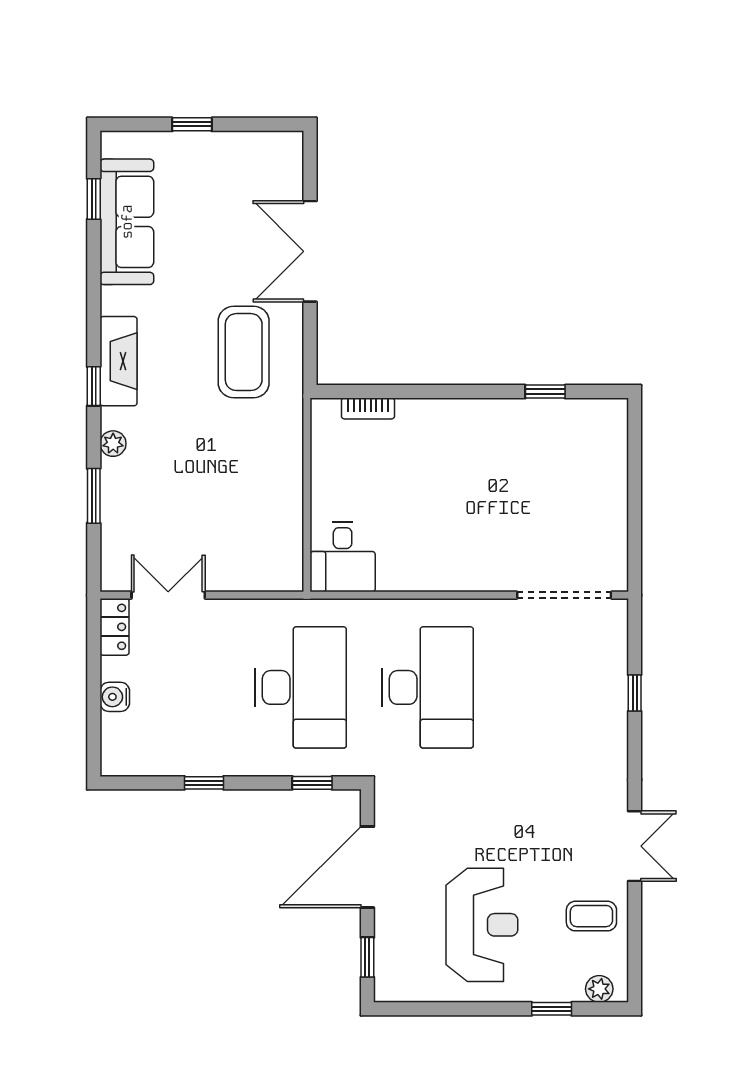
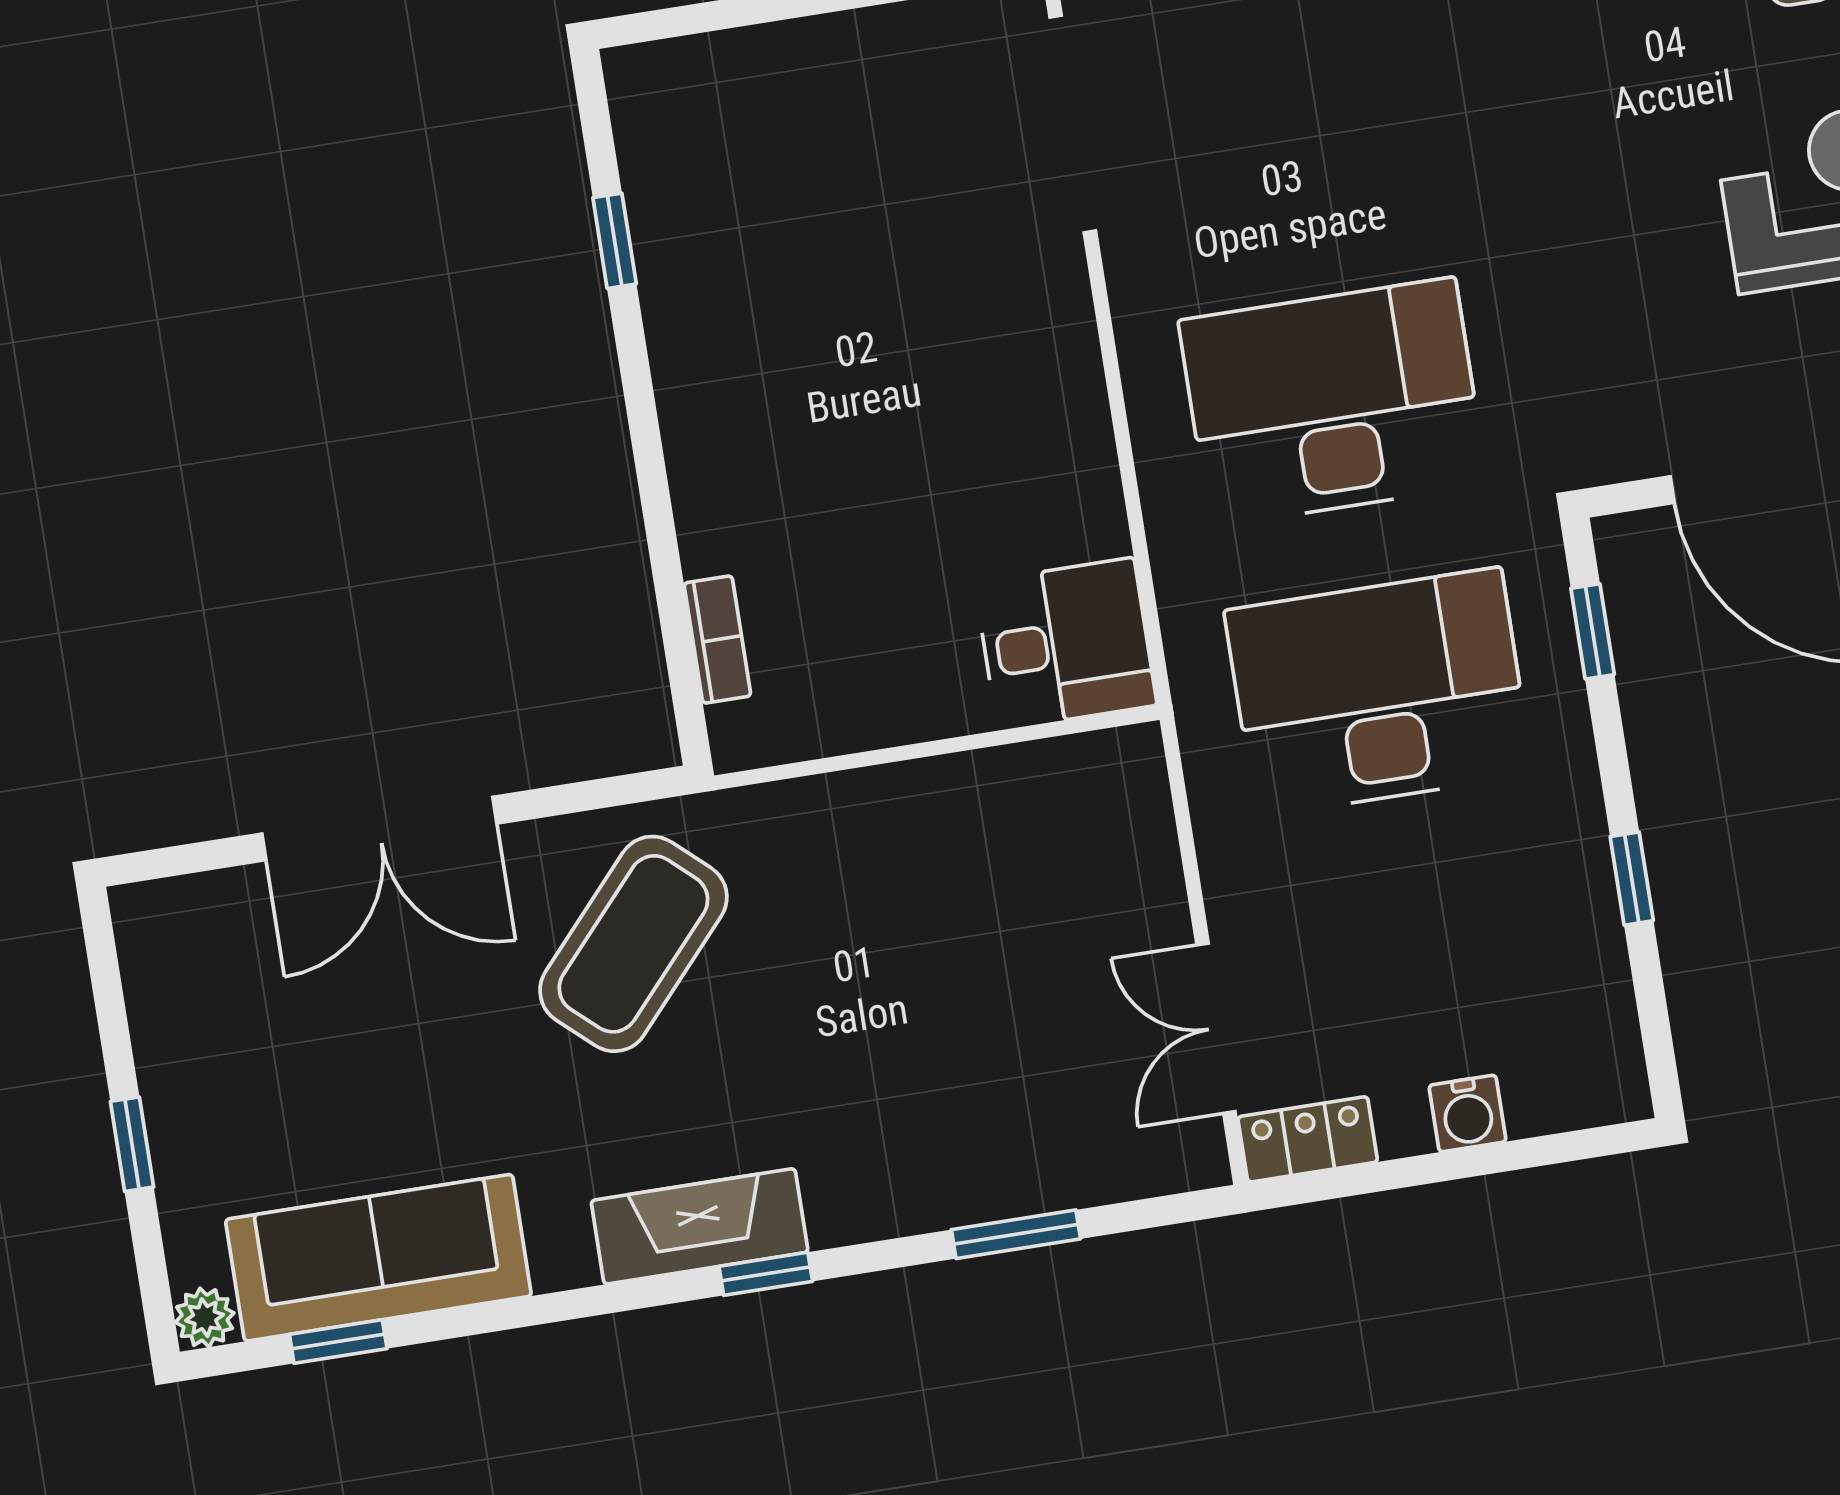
coffee table: (244, 352) -> (633, 944), turned -48
plant: (113, 444) -> (205, 1318), moved

